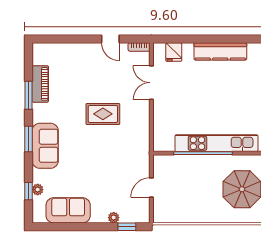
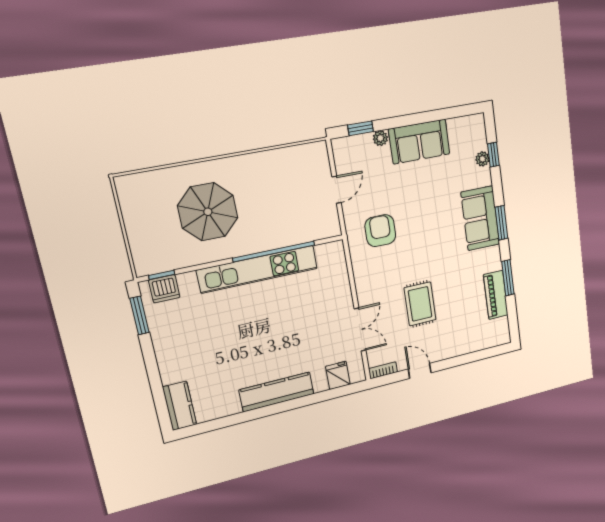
rug: (103, 114) -> (420, 304), moved, turned 90
armchair: (124, 152) -> (380, 231), added
sofa: (68, 210) -> (419, 142), moved

